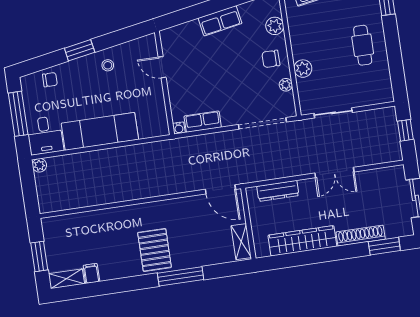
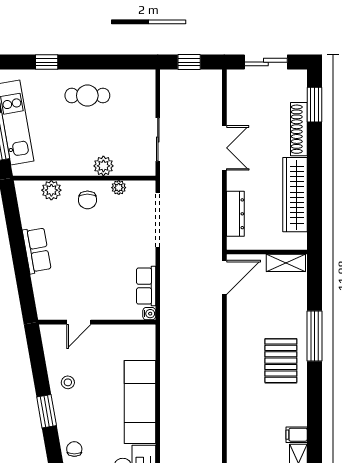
pallet: (155, 250) -> (281, 361), turned 90

